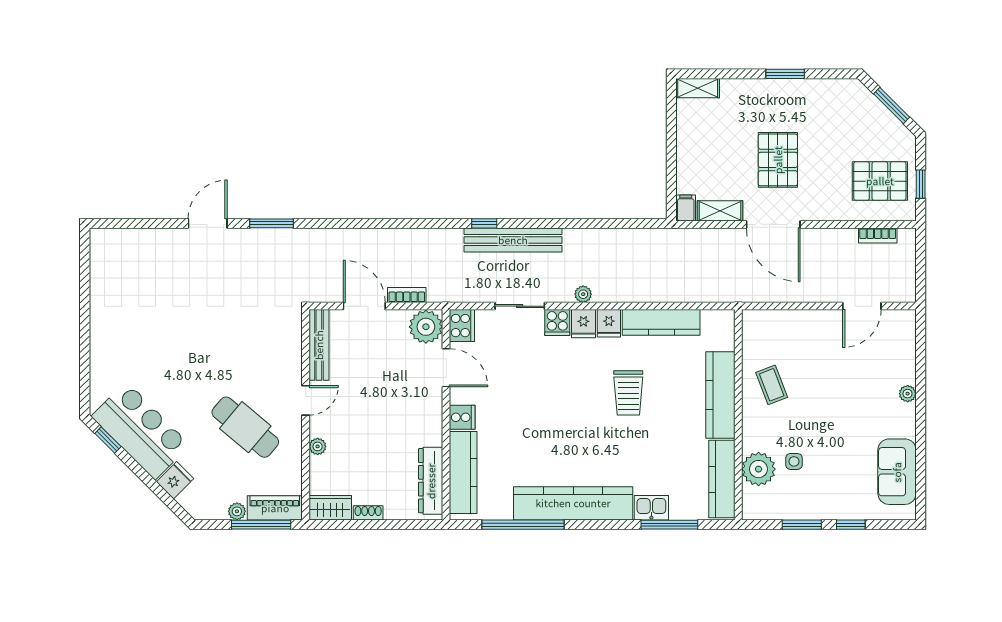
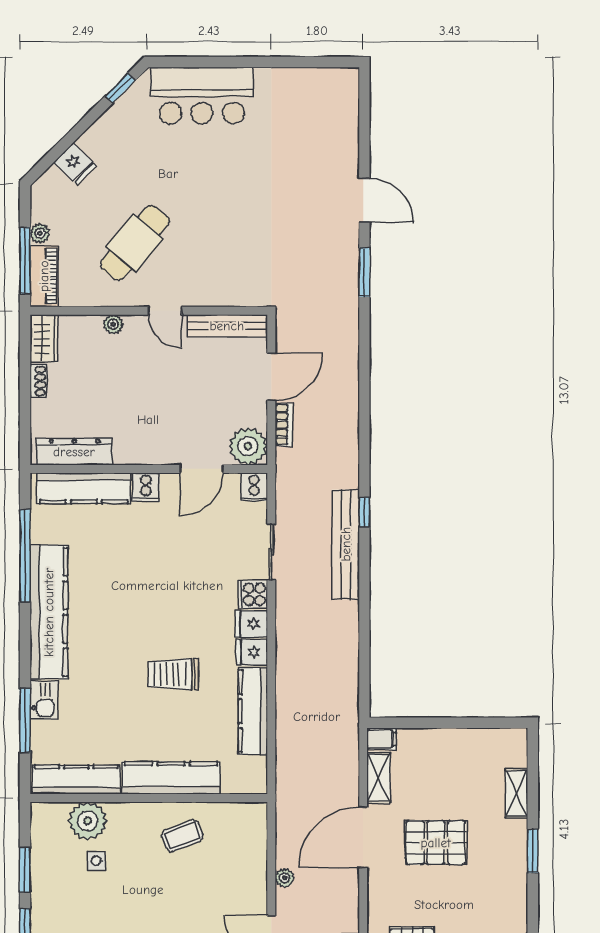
shelving: (698, 88) -> (517, 793), moved
plant: (583, 294) -> (285, 878), moved
cooker: (462, 326) -> (254, 487), width x0.73
bar counter: (141, 431) -> (202, 96), moved, turned 45

